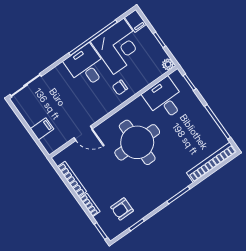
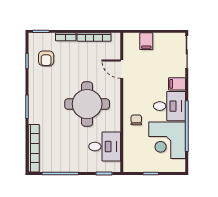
filing cabinet: (136, 21) -> (177, 84), moved
plant: (168, 64) -> (128, 167), removed
door: (83, 133) -> (122, 69), hinge flipped
armchair: (122, 209) -> (46, 58), turned 180

